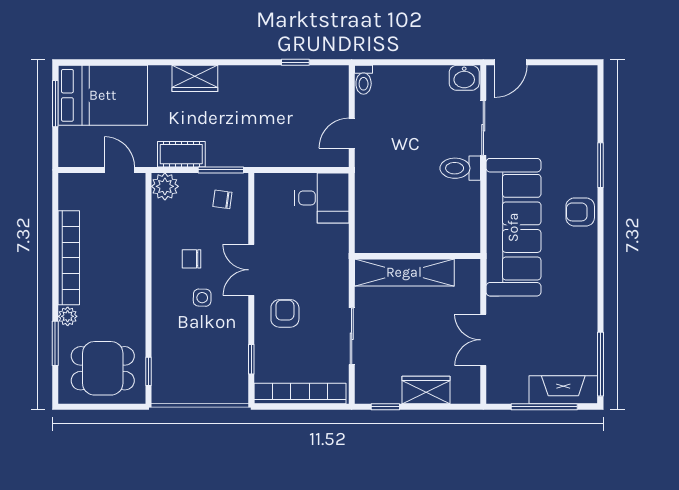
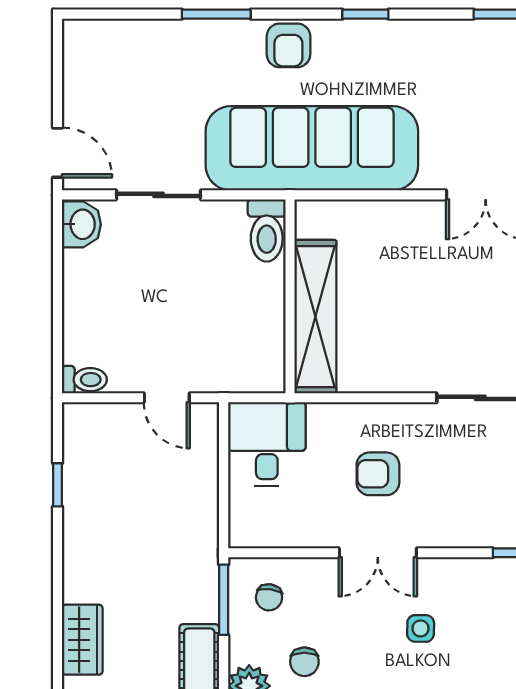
toilet: (460, 168) -> (267, 230), moved
wall: (417, 256) -> (290, 296), moved
chair: (191, 259) -> (304, 662), moved
window: (600, 262) -> (365, 14), added
shelving: (404, 272) -> (315, 317), moved
armchair: (285, 313) -> (378, 474), moved

